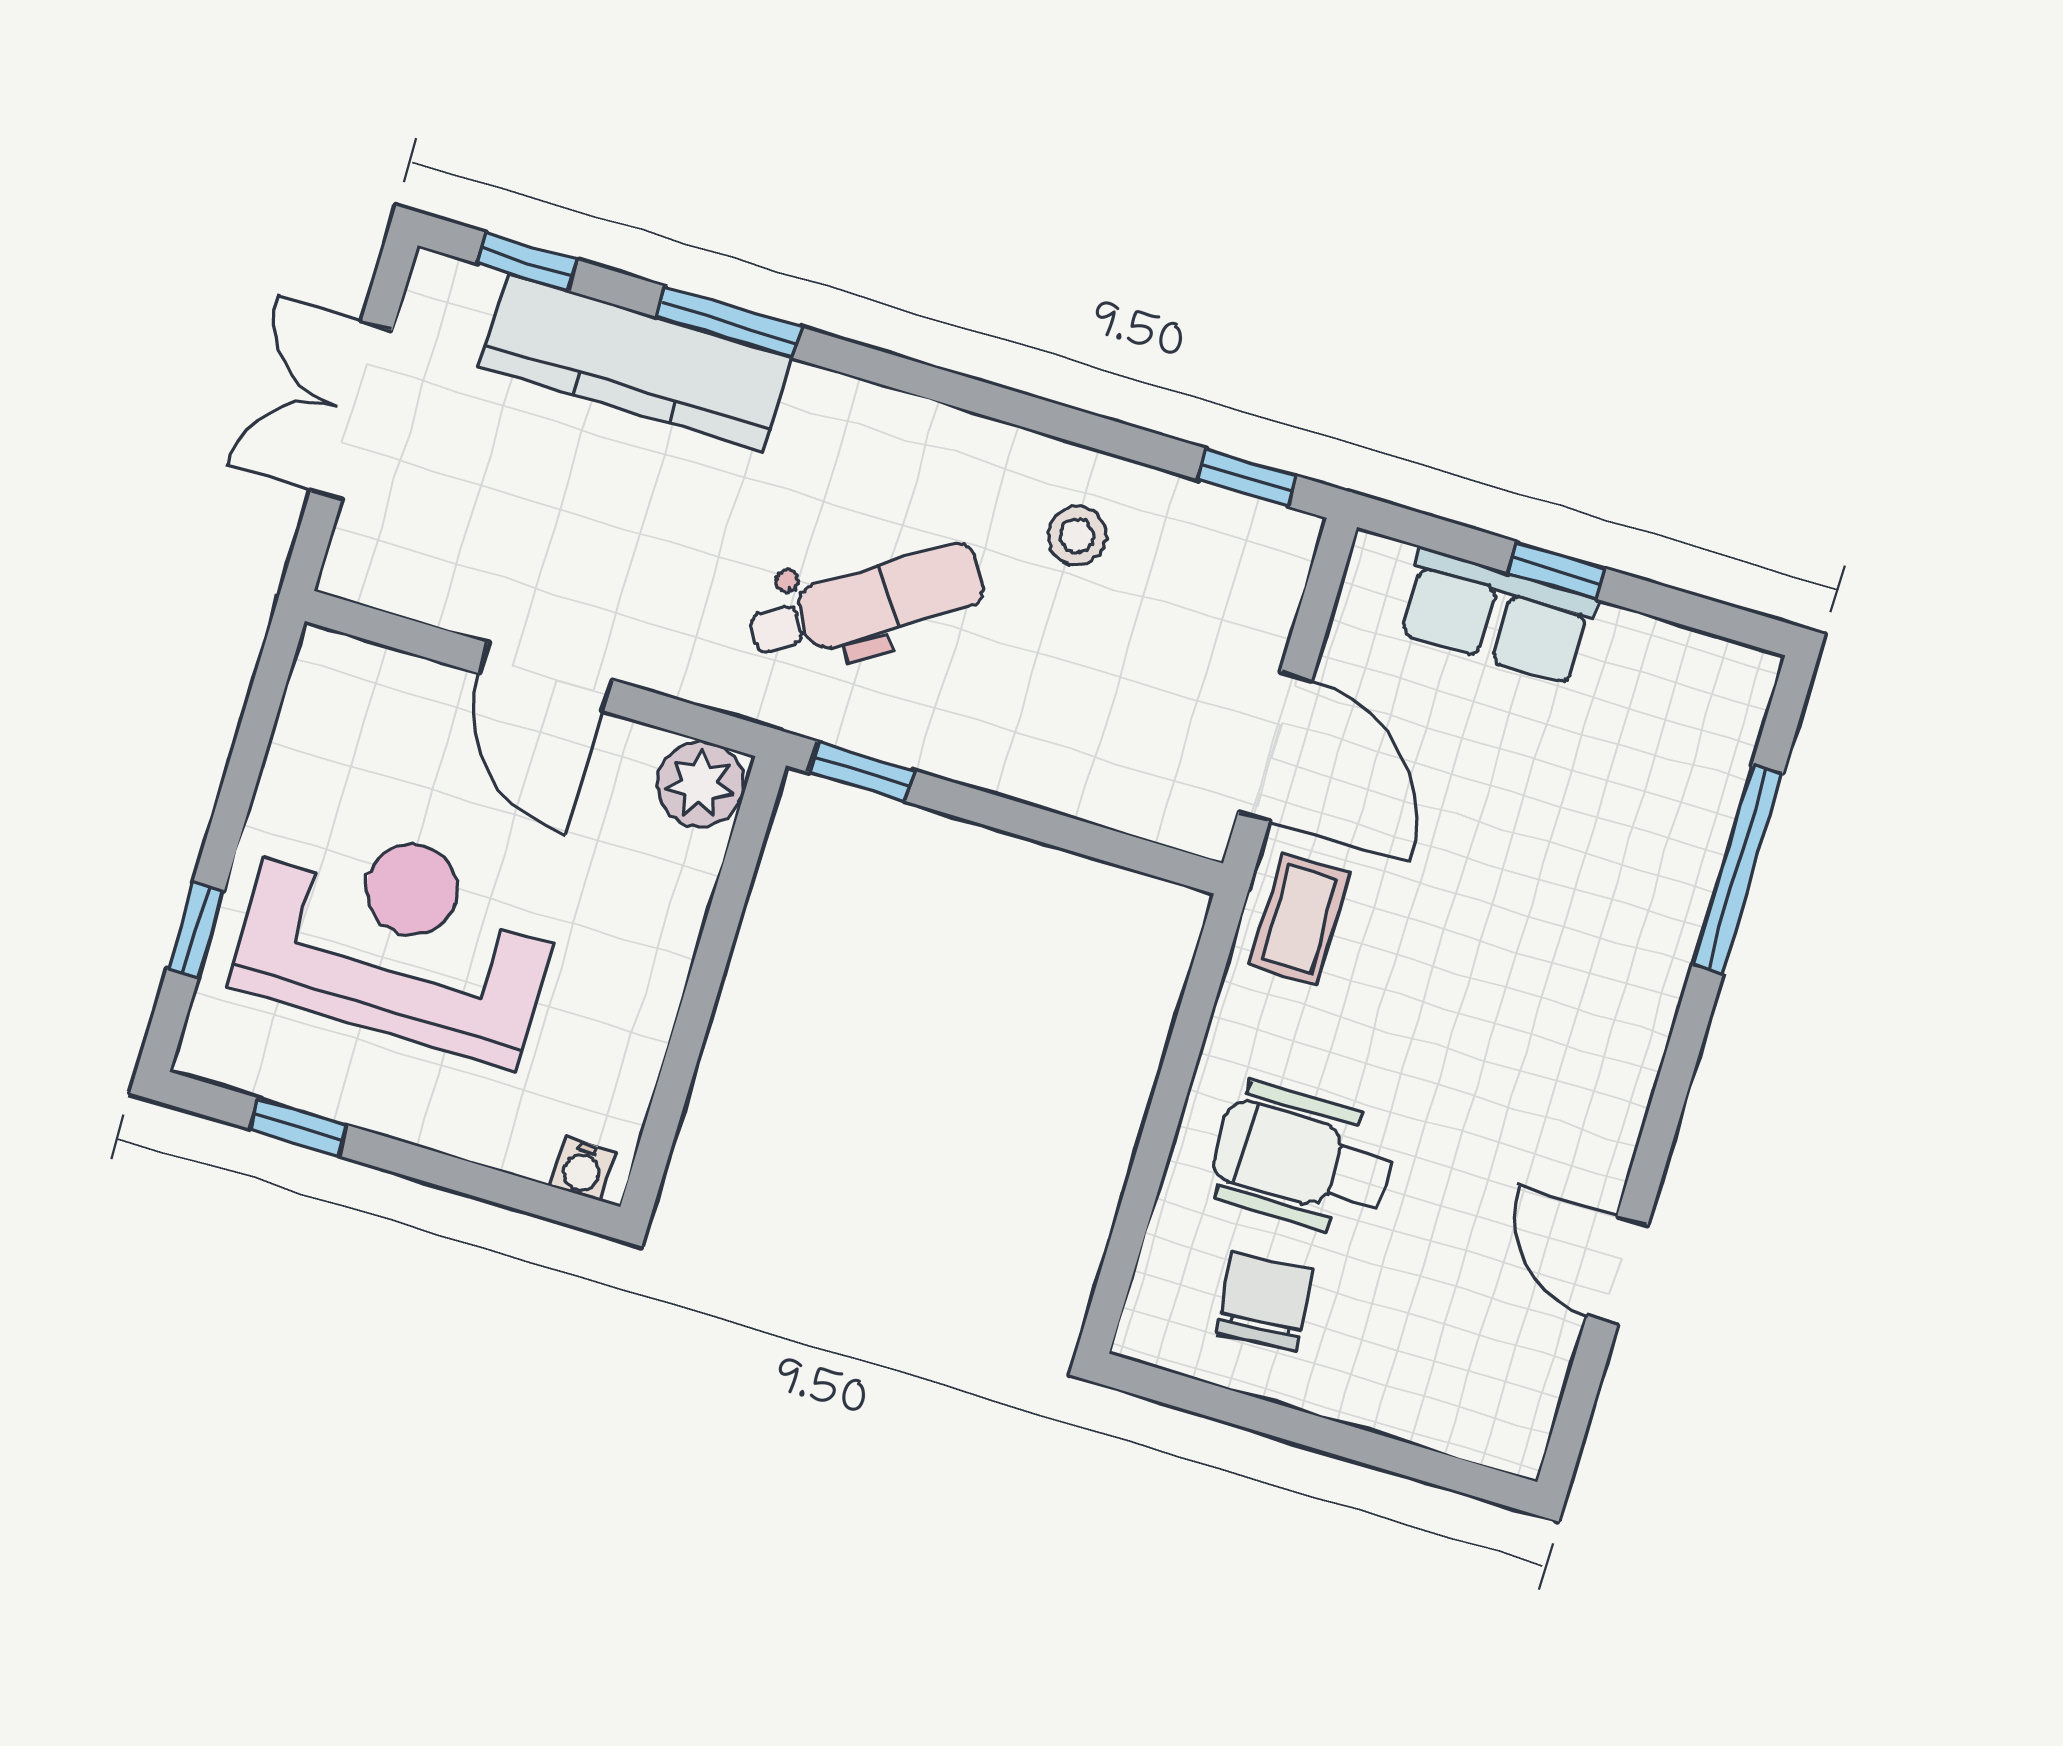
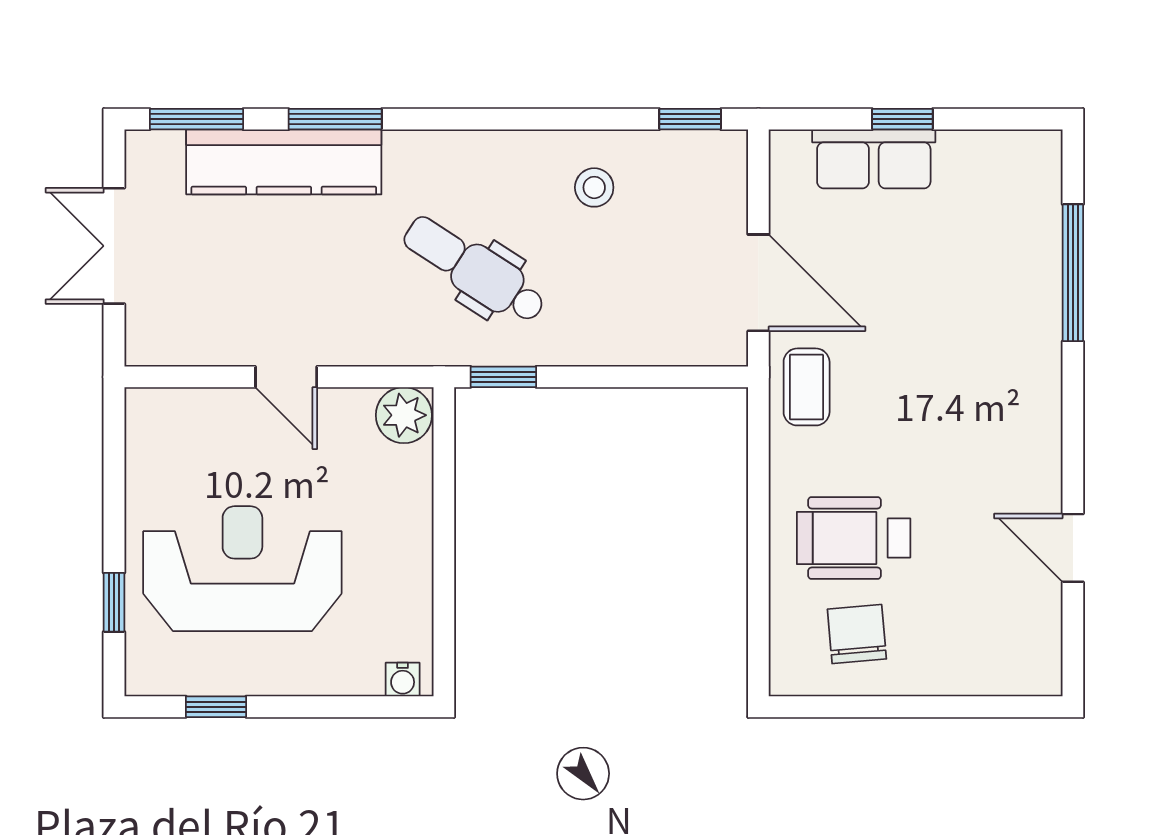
window: (527, 262) -> (197, 119), width x1.50
dental chair: (867, 603) -> (474, 270), turned -114
door: (545, 677) -> (286, 377), width x0.73

